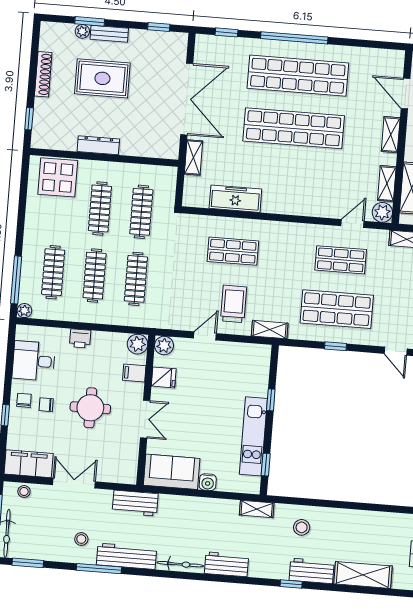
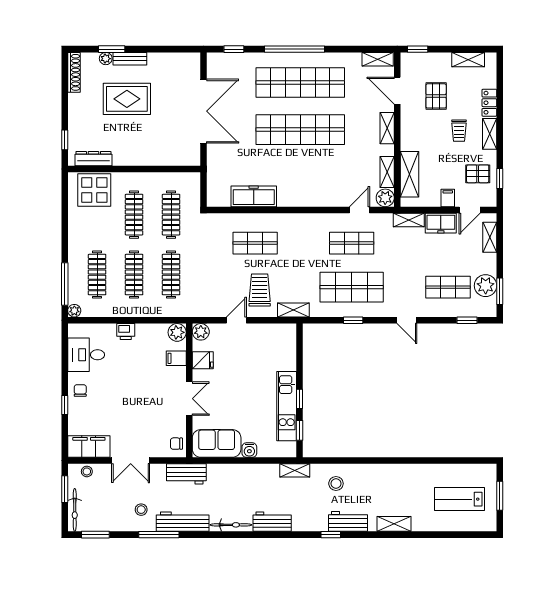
window: (159, 27) -> (173, 49), removed
shoe rack: (43, 74) -> (74, 72), moved
dresser: (98, 145) -> (93, 159), moved
shelving: (194, 158) -> (378, 59), moved, turned 90
window: (271, 400) -> (300, 399), moved
chair: (46, 405) -> (176, 444), moved
round table: (90, 408) -> (140, 392), removed
double door: (74, 483) -> (131, 461), swing flipped
shelving: (363, 575) -> (394, 524), width x0.67, depth x0.75

